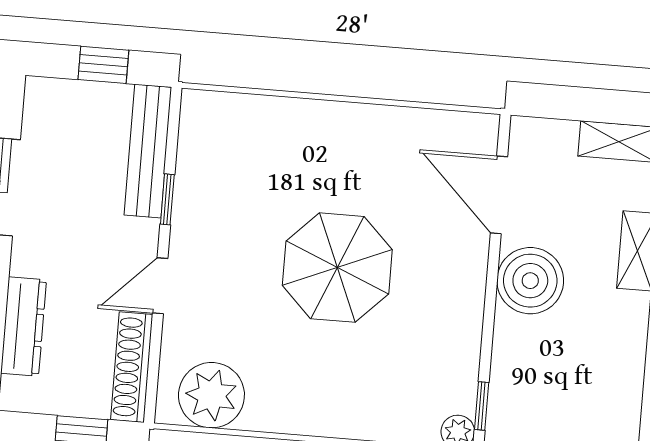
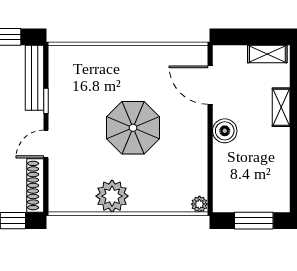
boiler: (530, 281) -> (225, 131), width x0.73, depth x0.73
plant: (211, 395) -> (112, 196), moved
window: (482, 406) -> (210, 190), removed

